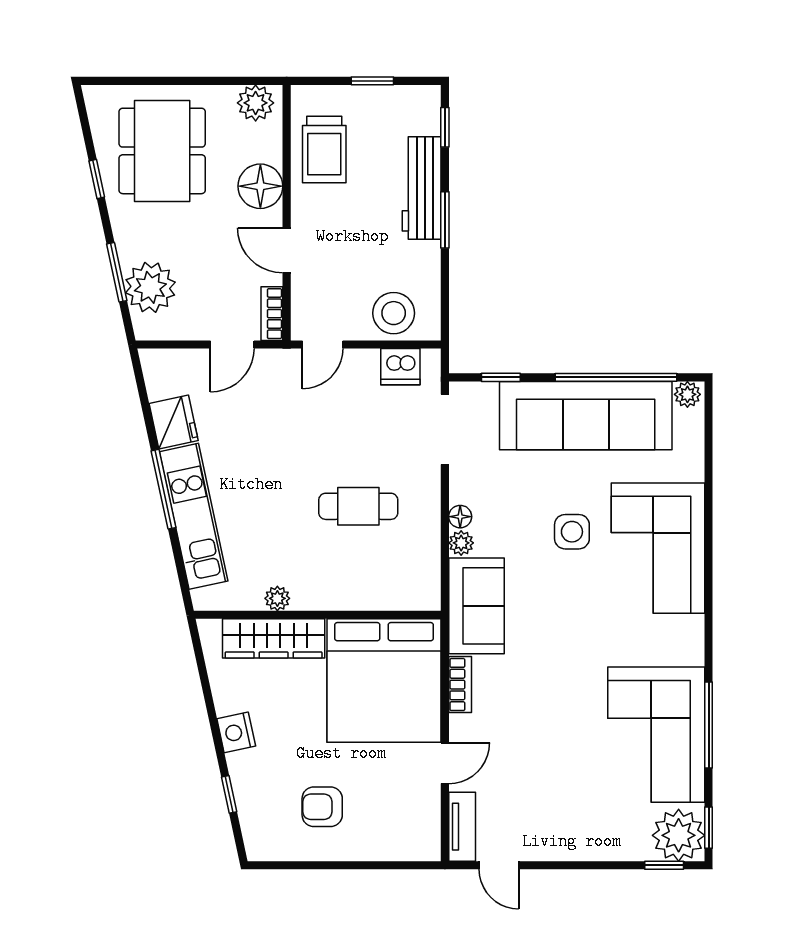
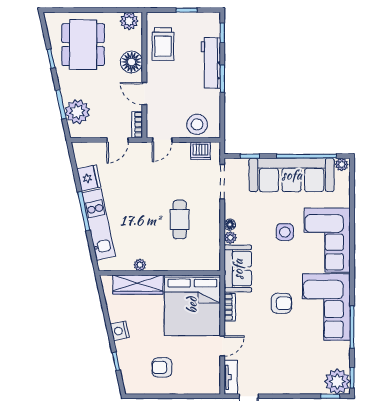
cafe table: (358, 506) -> (180, 220), turned 90
armchair: (565, 676) -> (281, 303), added
corner sofa: (656, 735) -> (326, 307), moved

